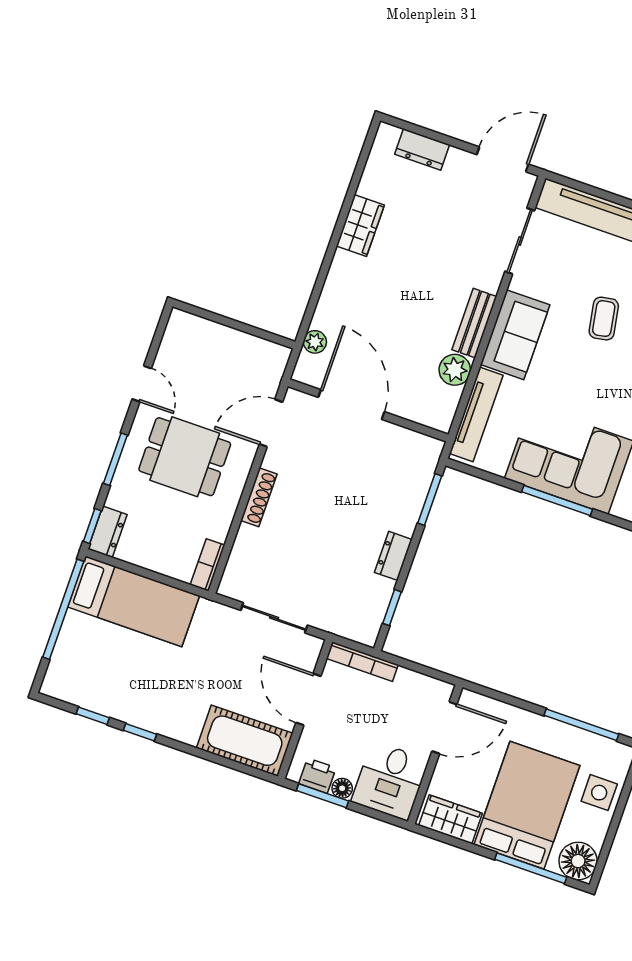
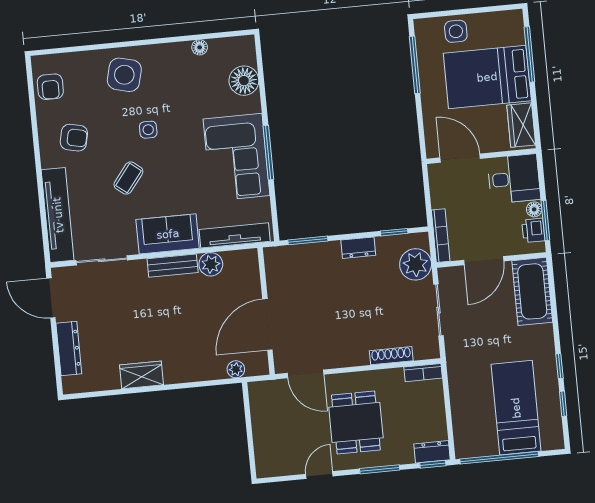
dresser: (422, 149) -> (69, 348), width x1.44
coffee table: (604, 319) -> (128, 178), turned -42
shoe rack: (259, 497) -> (391, 356), moved
bed: (134, 601) -> (516, 408), moved
plant: (342, 616) -> (416, 264), added
floor lamp: (578, 861) -> (510, 24), removed

